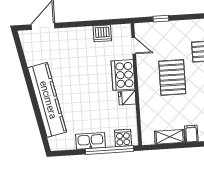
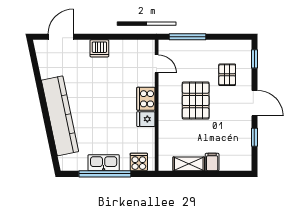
window: (161, 19) -> (188, 37), width x2.17
dishwasher: (102, 33) -> (99, 48), moved
cooker: (123, 75) -> (146, 99), width x0.73, depth x0.76
window: (110, 150) -> (105, 174), moved

